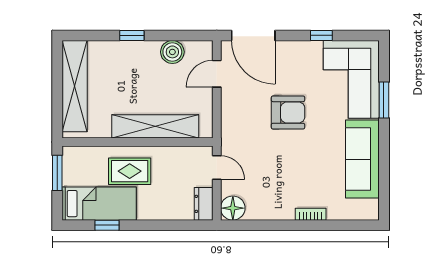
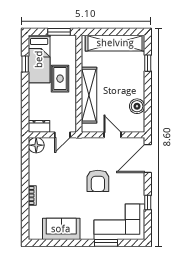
window: (132, 35) -> (148, 63), moved
door: (217, 74) -> (113, 135), moved
sofa: (362, 159) -> (61, 229), width x0.73

